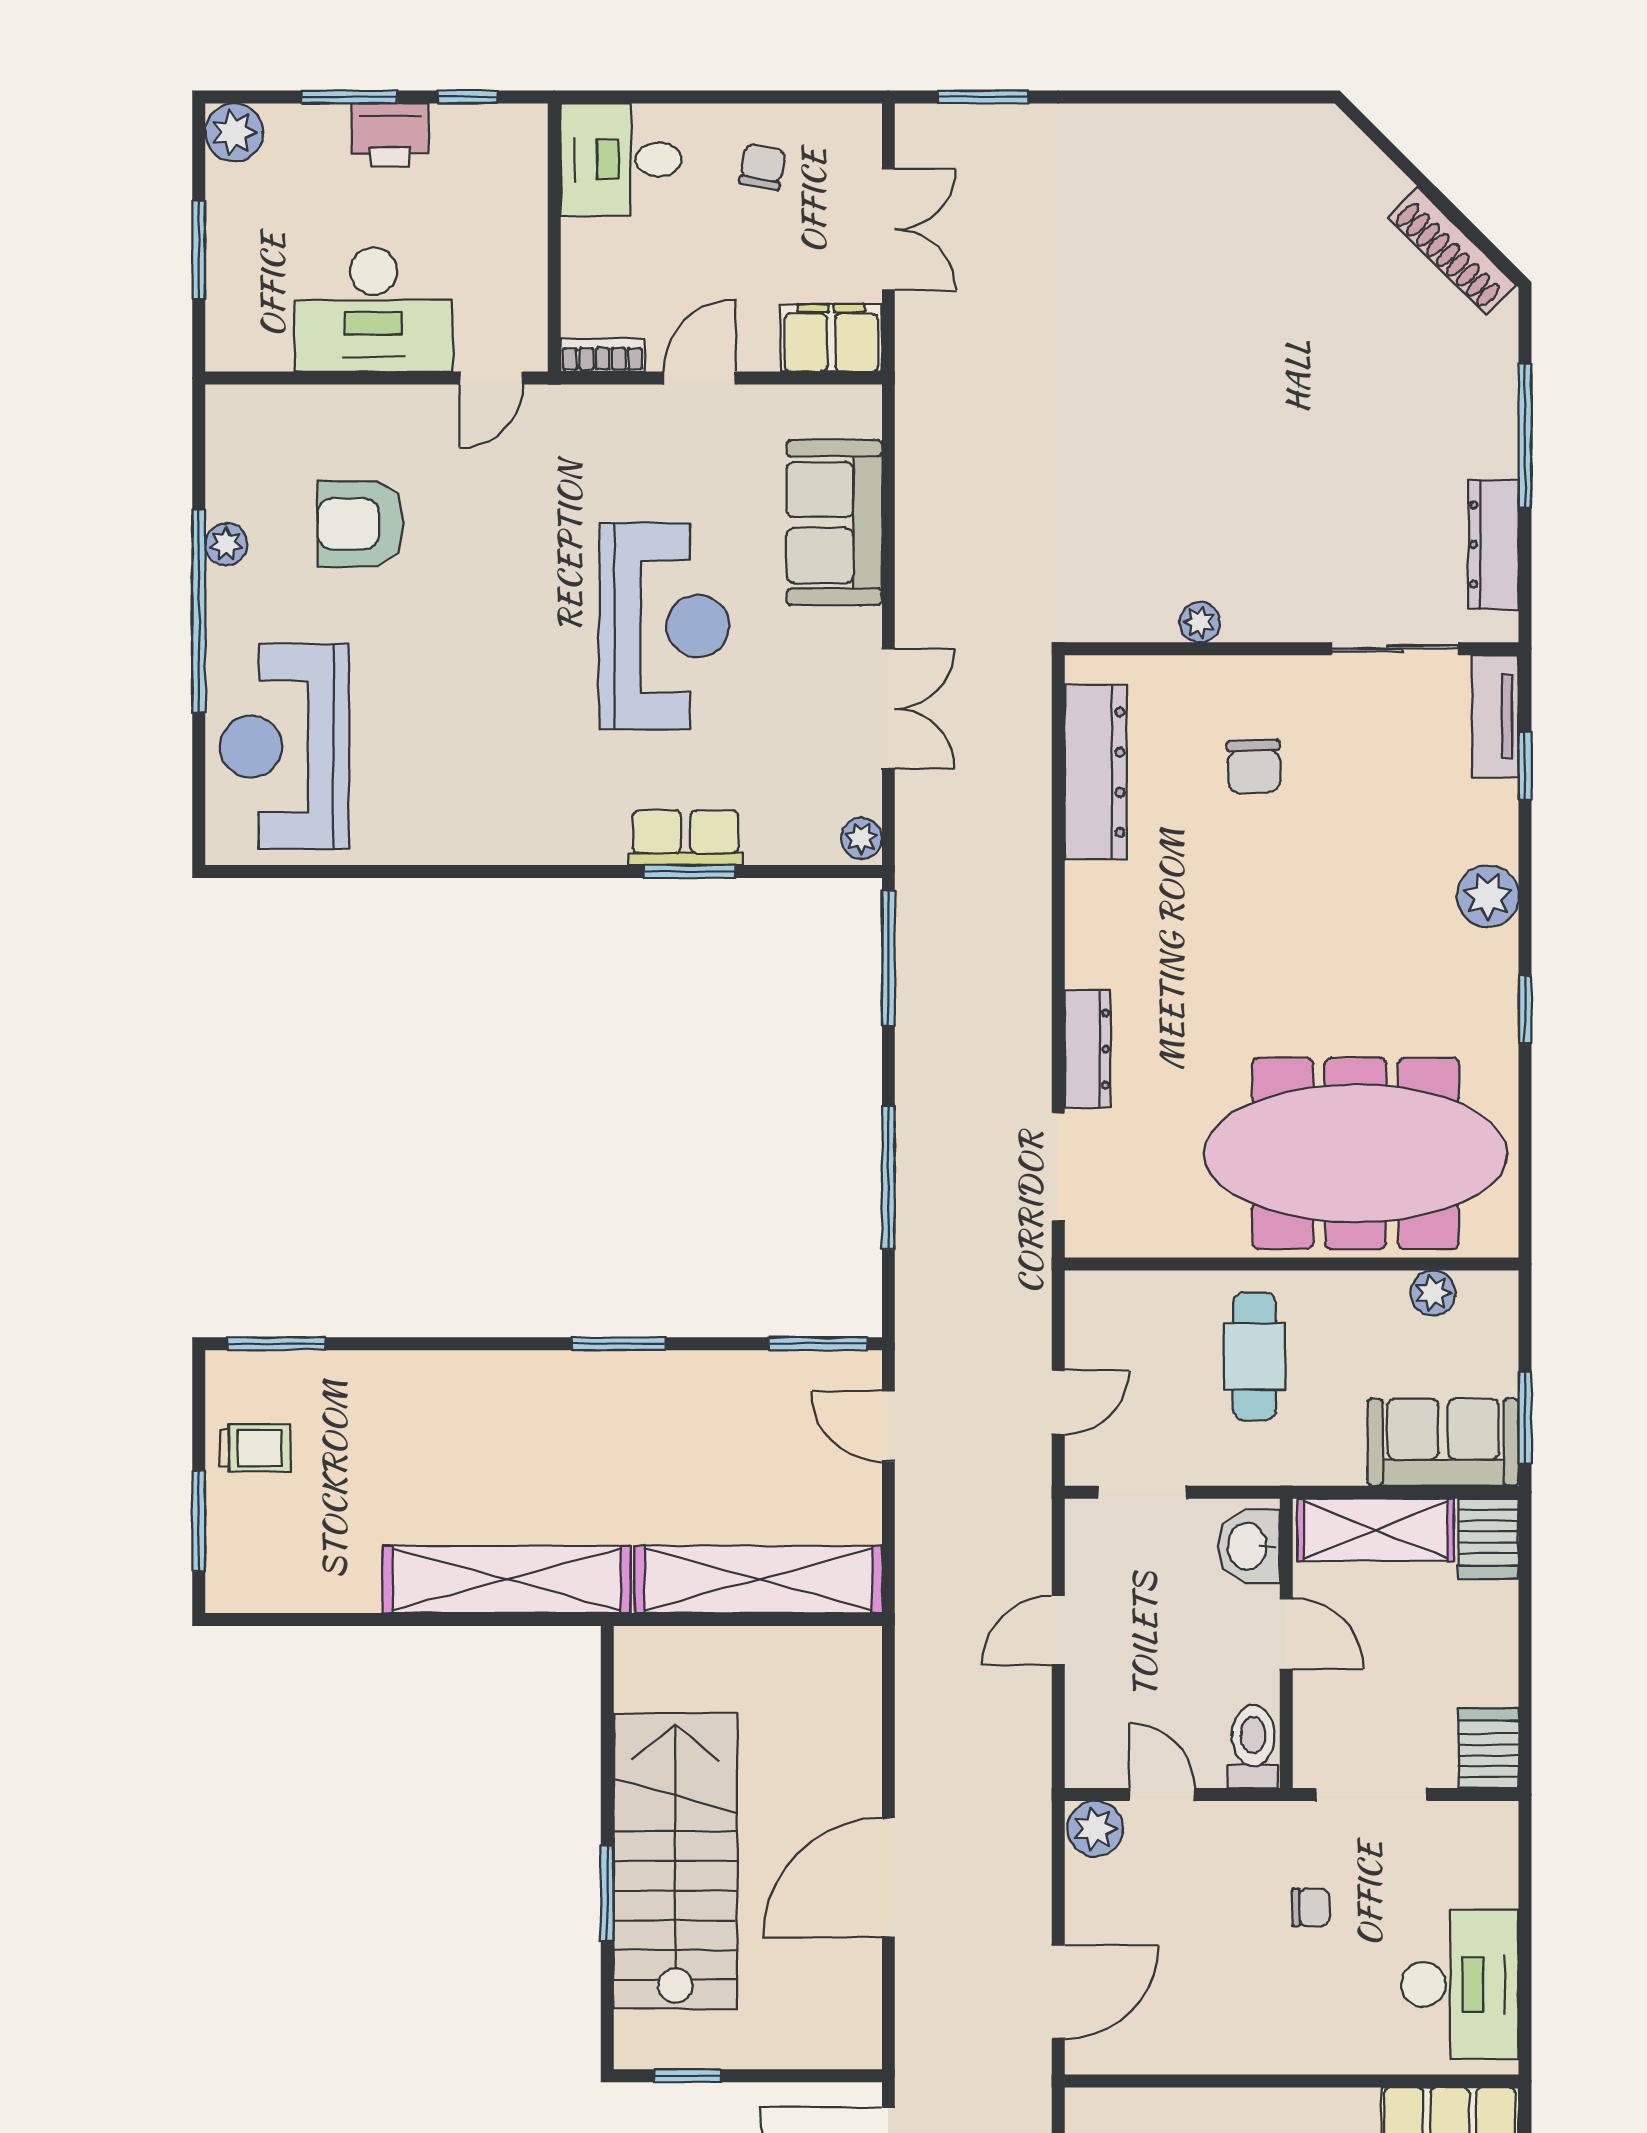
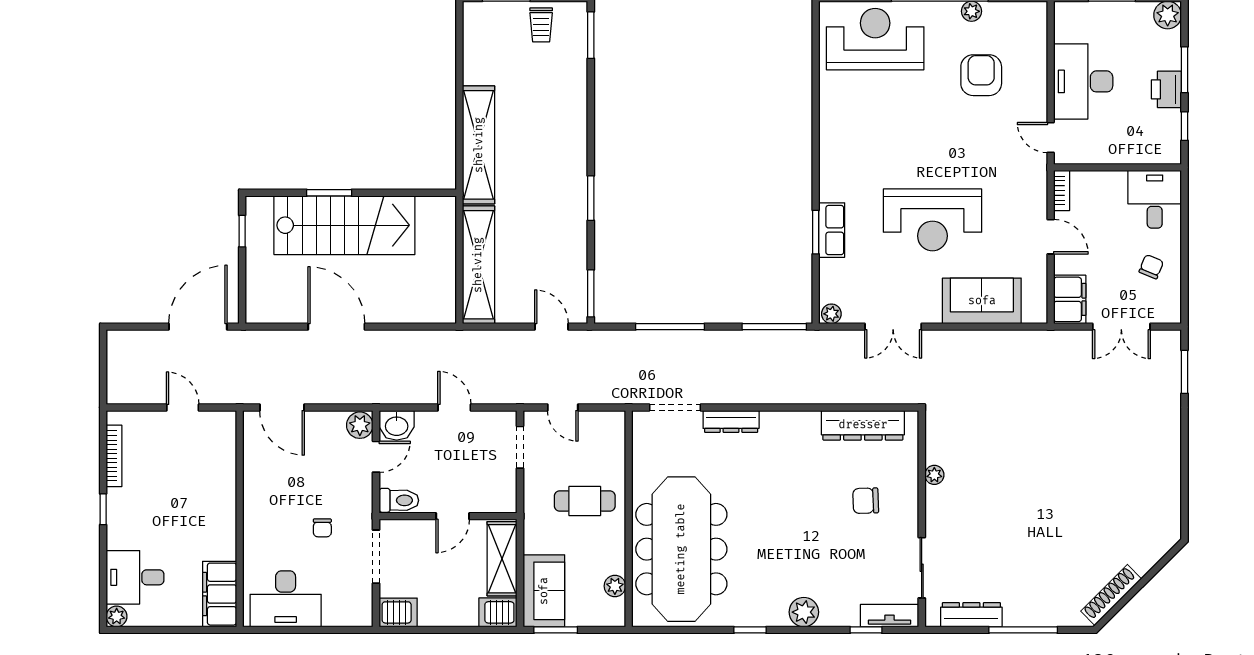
chair: (763, 167) -> (1151, 267), turned -79
door: (888, 1426) -> (551, 327), hinge flipped
washbasin: (1249, 1546) -> (397, 425), moved, turned 180

